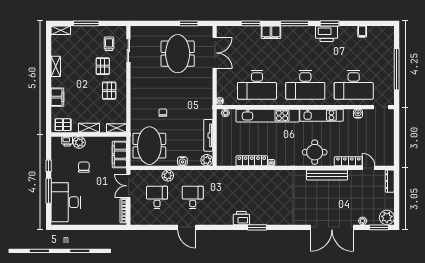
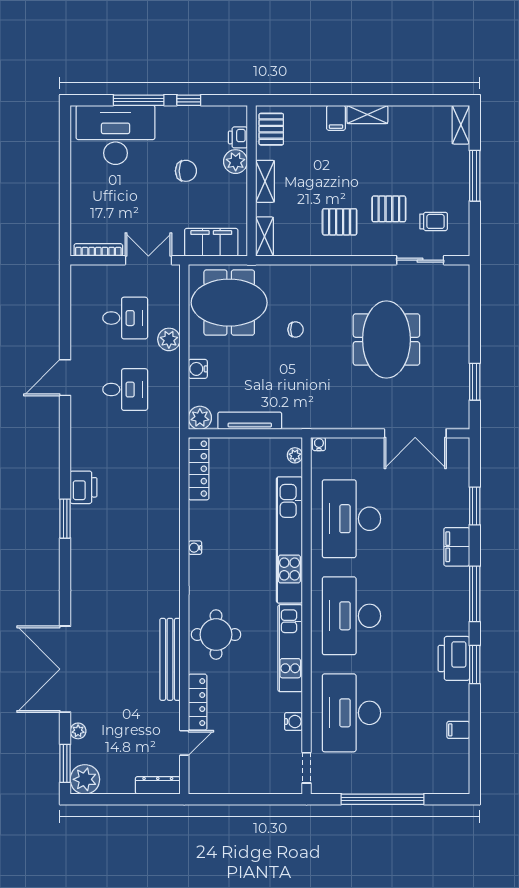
meeting table: (178, 54) -> (386, 339), moved, turned 90
shelving: (56, 66) -> (367, 114), moved
filing cabinet: (57, 97) -> (336, 118), width x0.50
locker: (252, 161) -> (199, 469), moved

